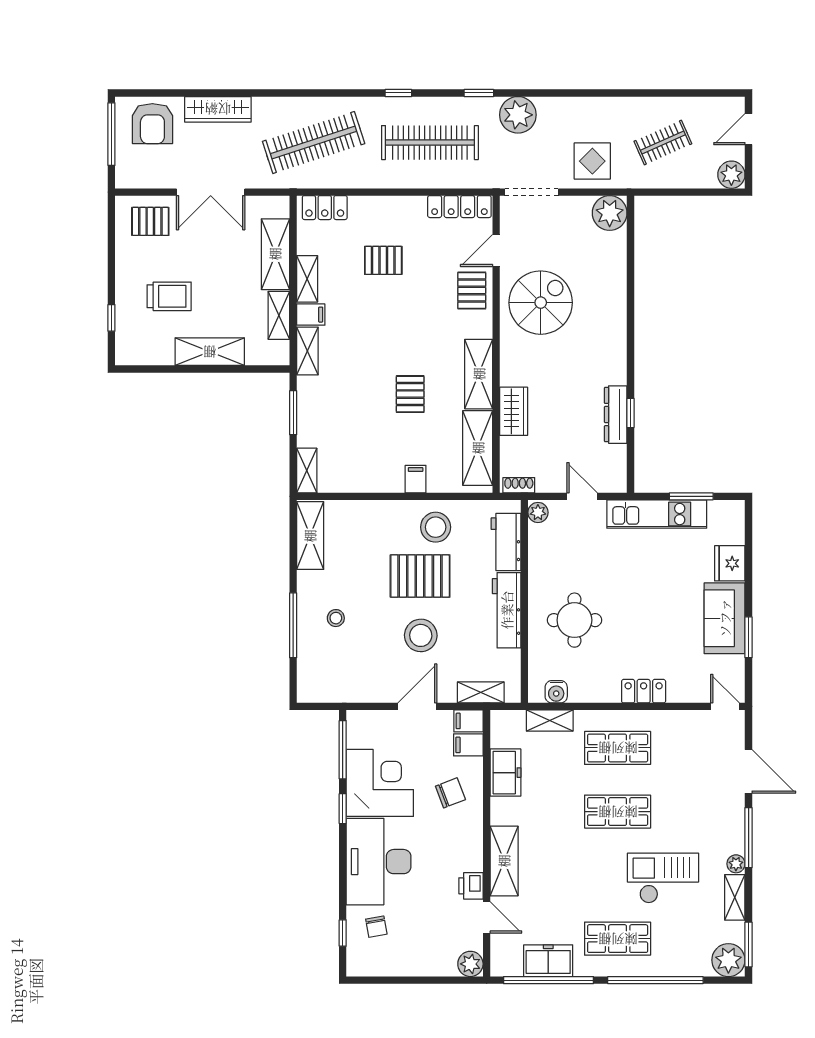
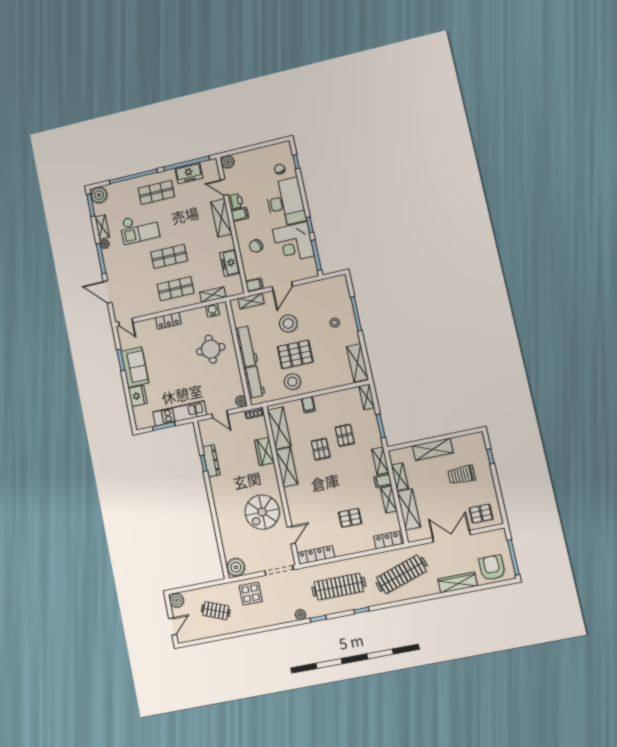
plant: (518, 115) -> (300, 615), width x0.53, depth x0.53
clothes rail: (663, 143) -> (216, 611), turned 45
pallet: (472, 291) -> (345, 435), moved
filing cabinet: (468, 745) -> (240, 214), moved

